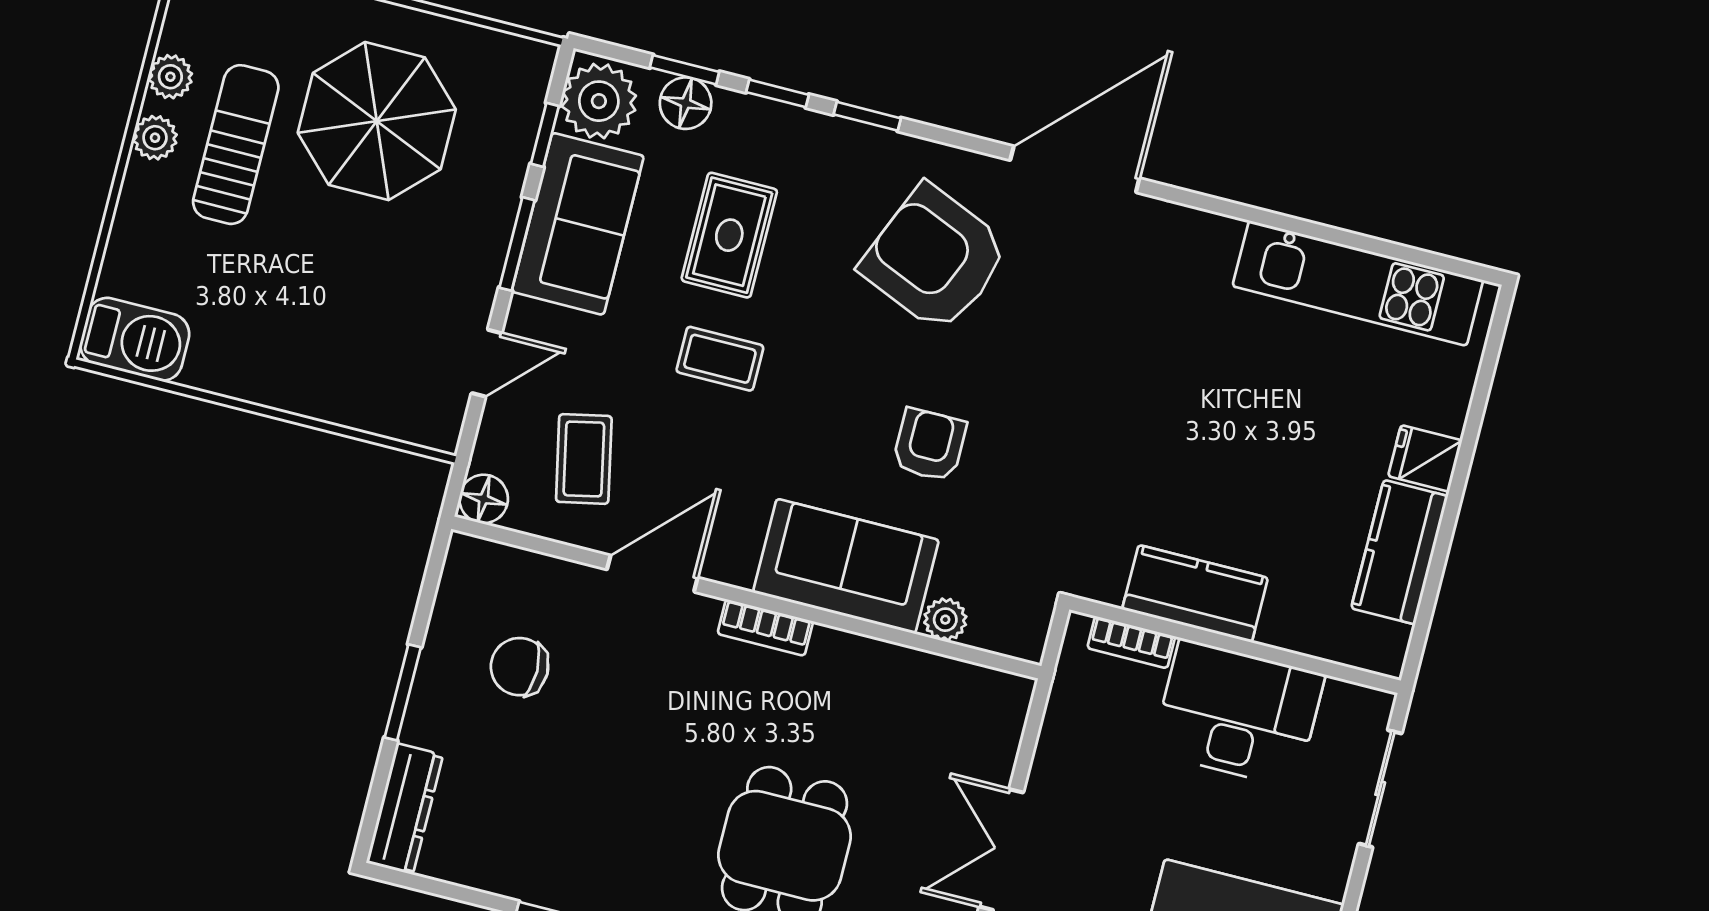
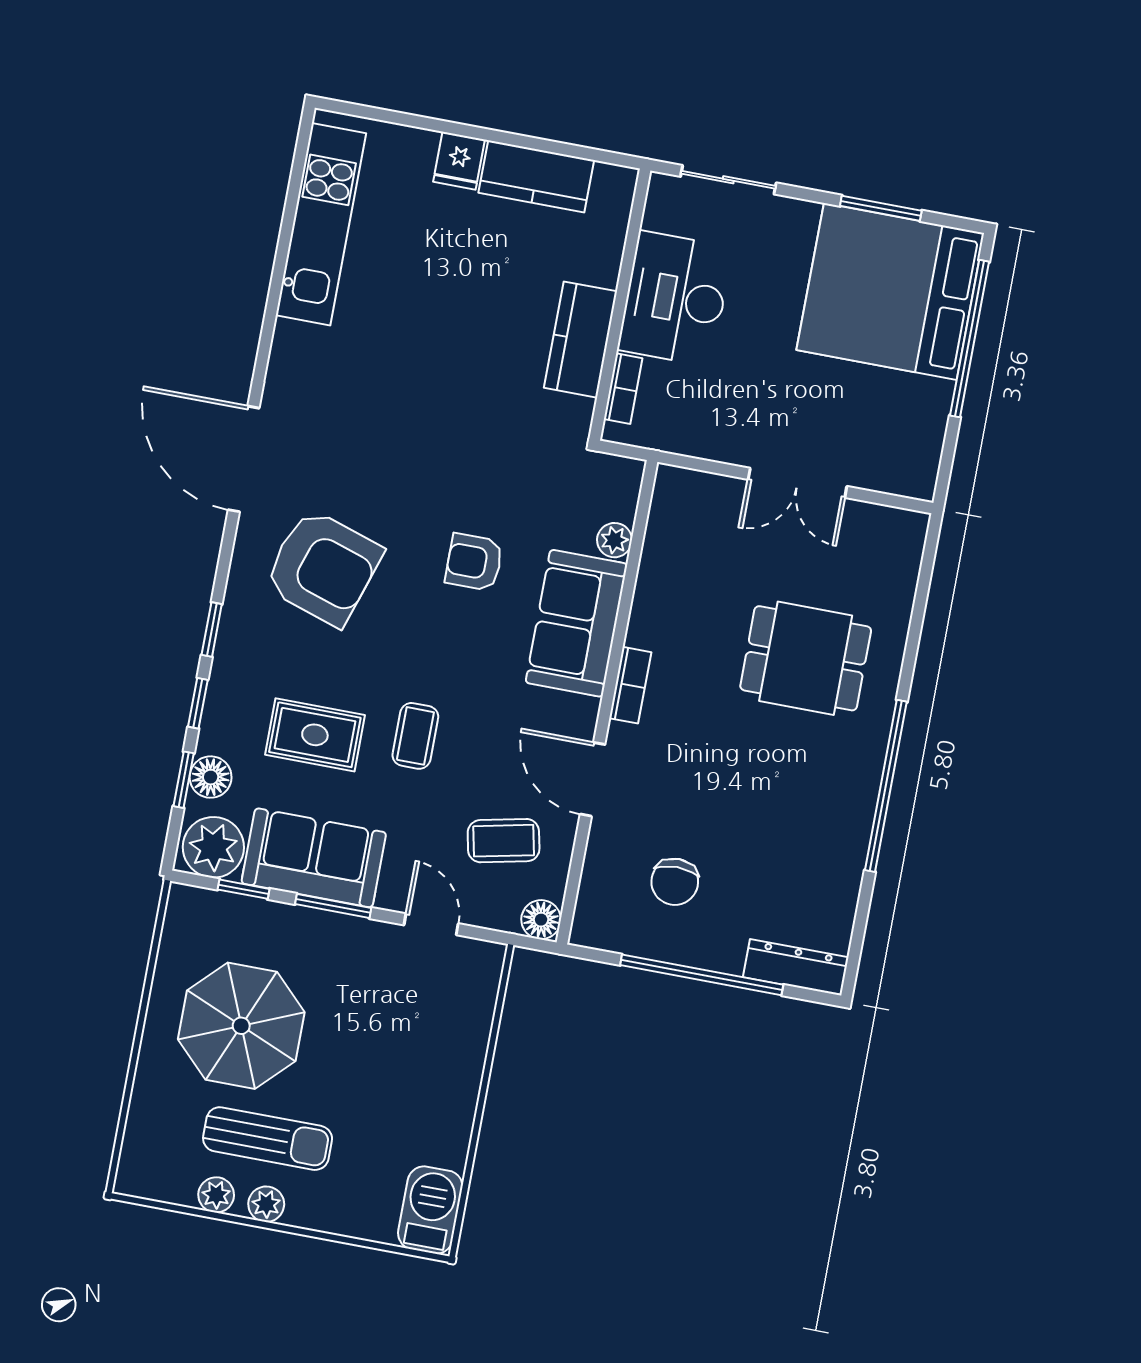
sun lounger: (236, 145) -> (268, 1139), turned 180
armchair: (935, 258) -> (323, 567), turned -95
window: (403, 692) -> (702, 975), width x2.11

